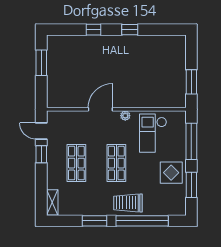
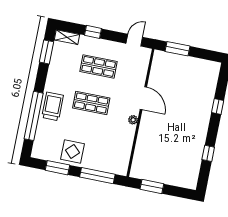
window: (130, 30) -> (208, 153), moved
window: (41, 63) -> (177, 49), moved
checkout: (153, 133) -> (112, 142), removed
window: (41, 154) -> (93, 32), moved
window: (95, 221) -> (46, 52), moved

